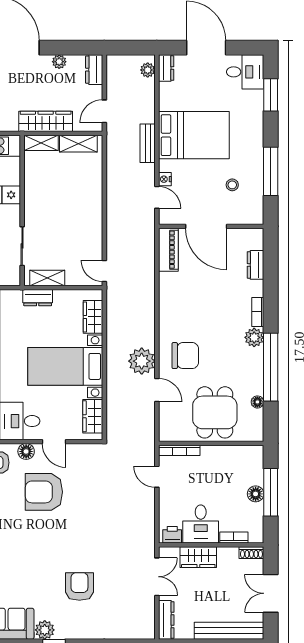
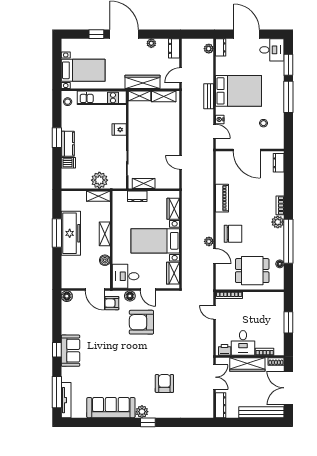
window: (271, 171) -> (288, 97), moved
piano: (168, 250) -> (222, 198), moved
dresser: (255, 265) -> (279, 163), moved
door: (104, 271) -> (181, 162), moved
plant: (142, 361) -> (209, 241), width x0.53, depth x0.53
dining table: (215, 412) -> (252, 271), turned 90
window: (271, 492) -> (288, 322), width x0.69
floor lamp: (256, 494) -> (279, 323), removed
wardrobe: (198, 557) -> (247, 364), width x1.50
double door: (271, 593) -> (288, 388), width x1.37

